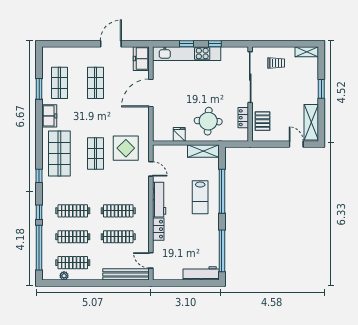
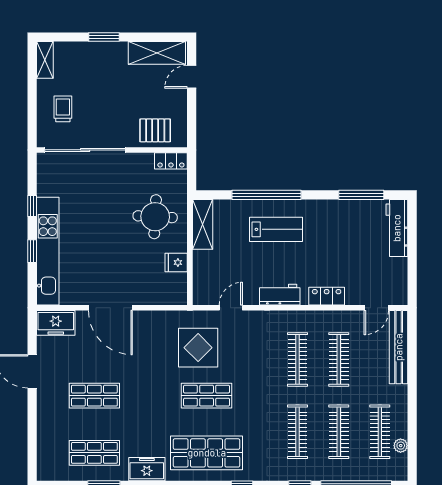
locker: (243, 118) -> (171, 161), moved
workbench: (159, 200) -> (280, 295), width x0.73
window: (222, 251) -> (361, 195), width x0.68

